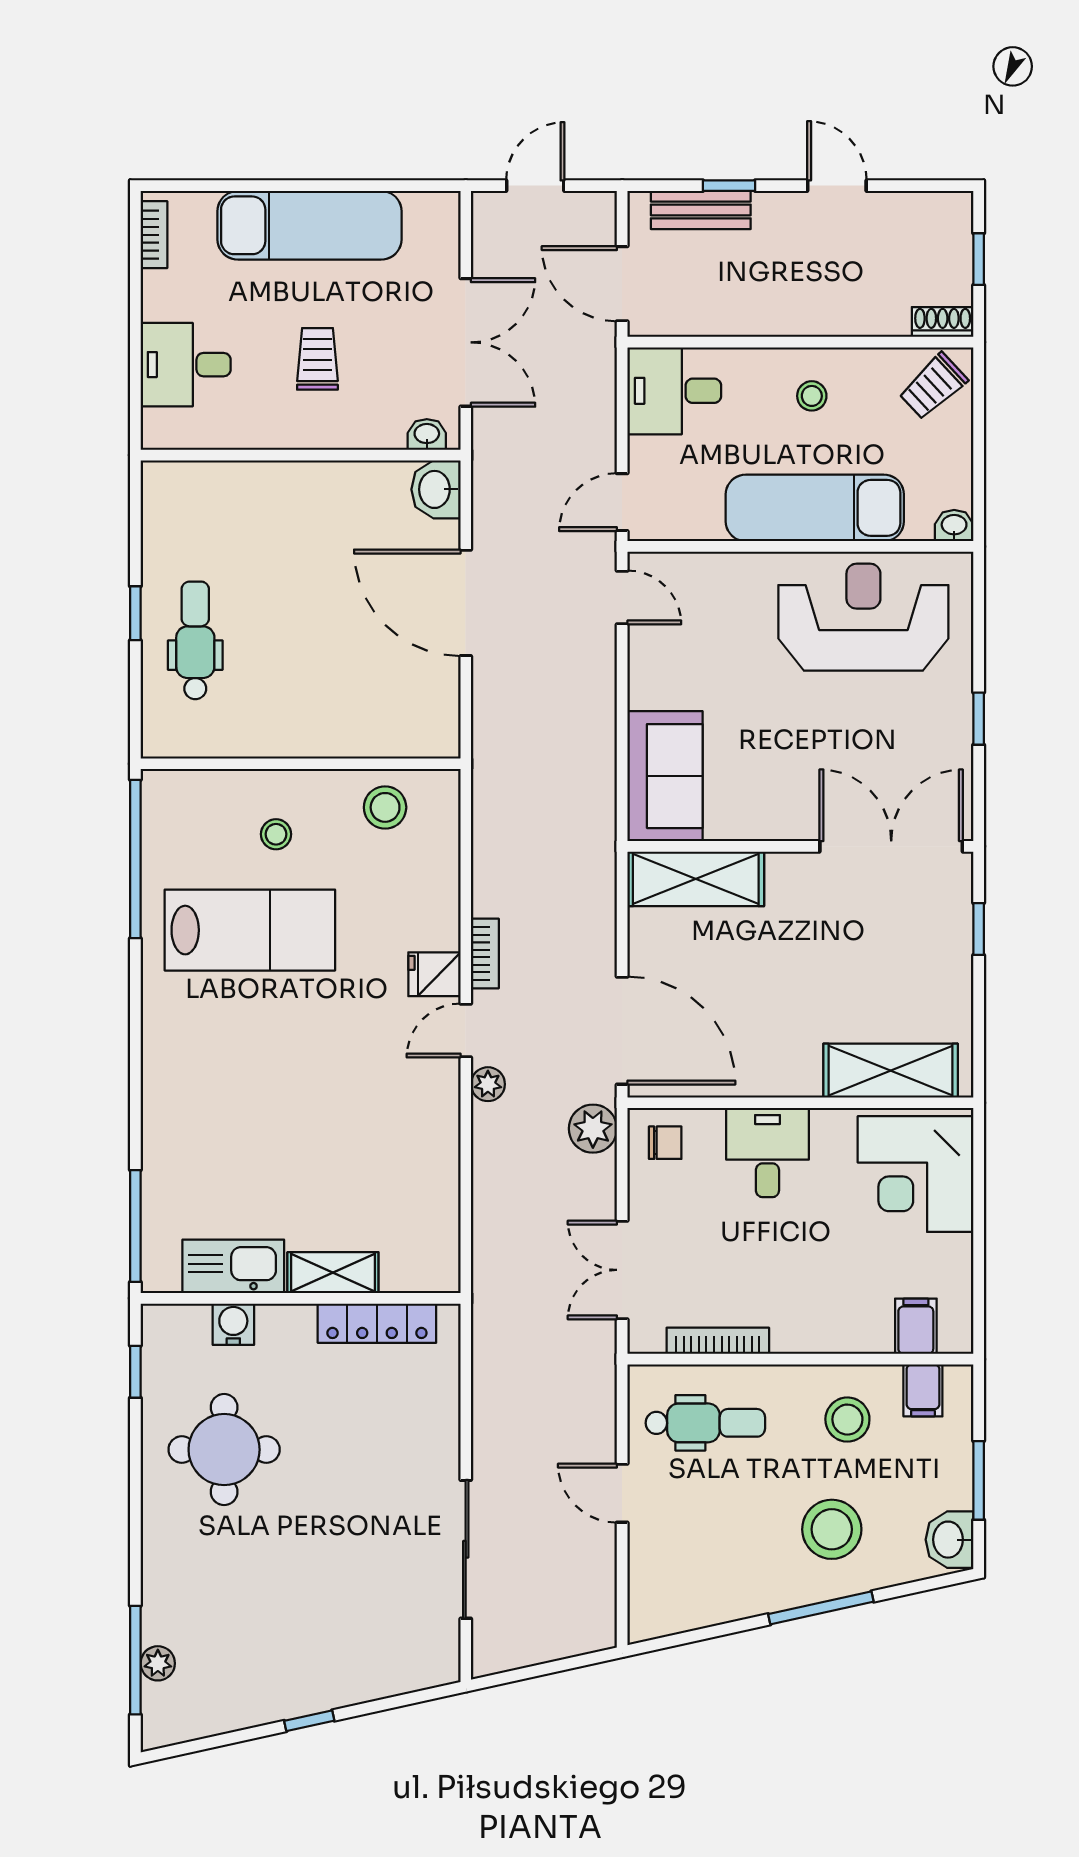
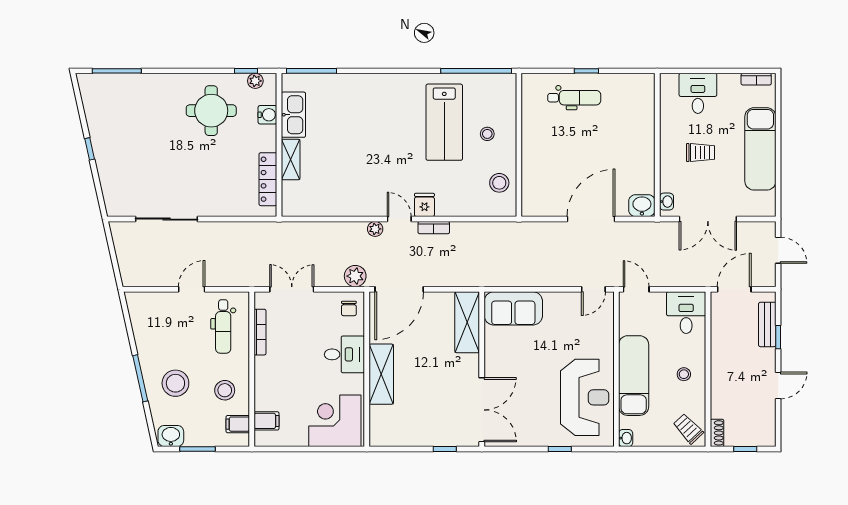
window: (979, 719) -> (560, 449), moved
shelving: (891, 1071) -> (381, 374), moved
plant: (158, 1663) -> (255, 81), moved

